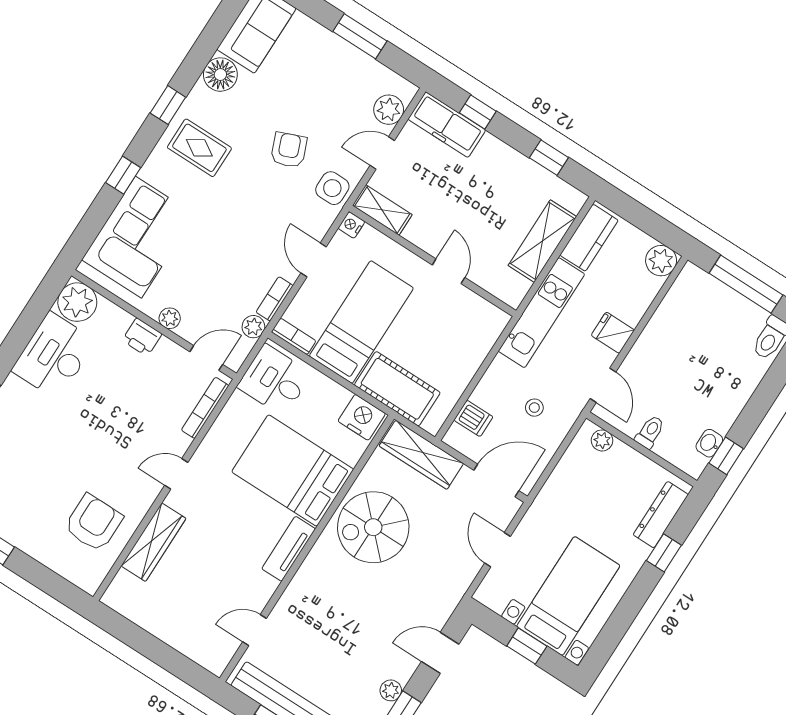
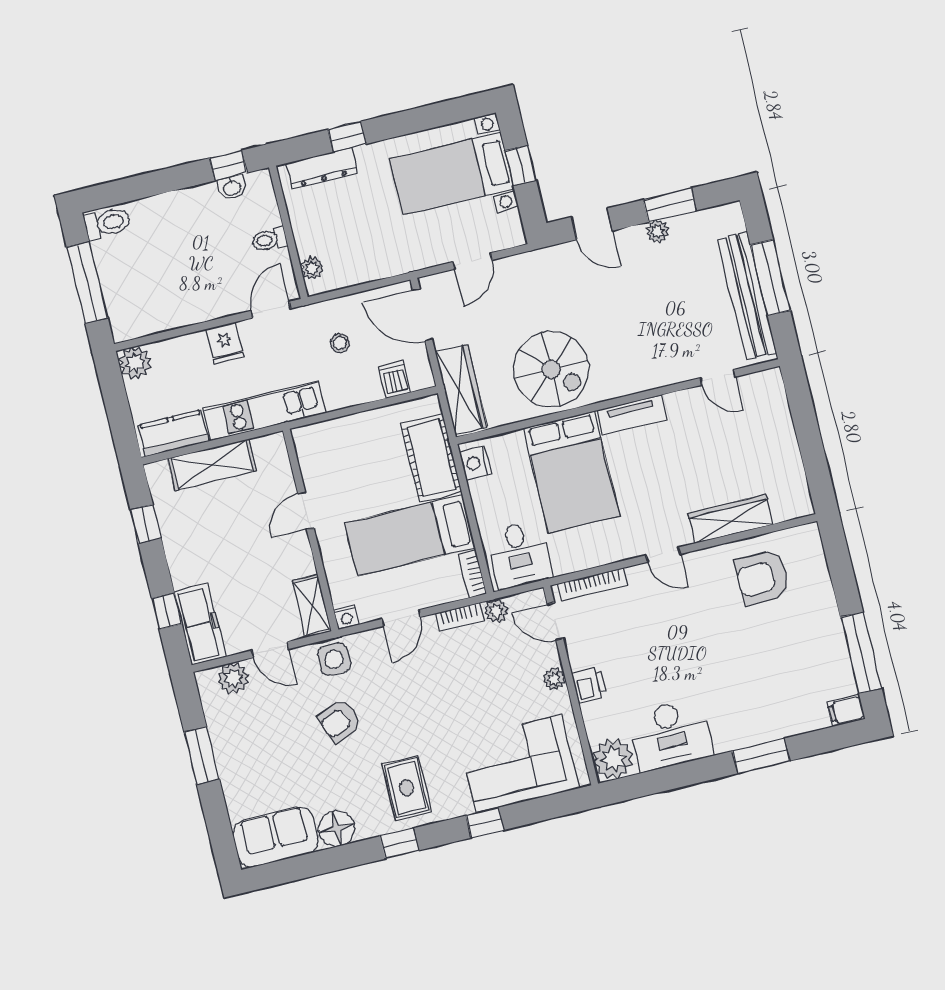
nightstand: (362, 417) -> (475, 463), width x0.74, depth x0.75

